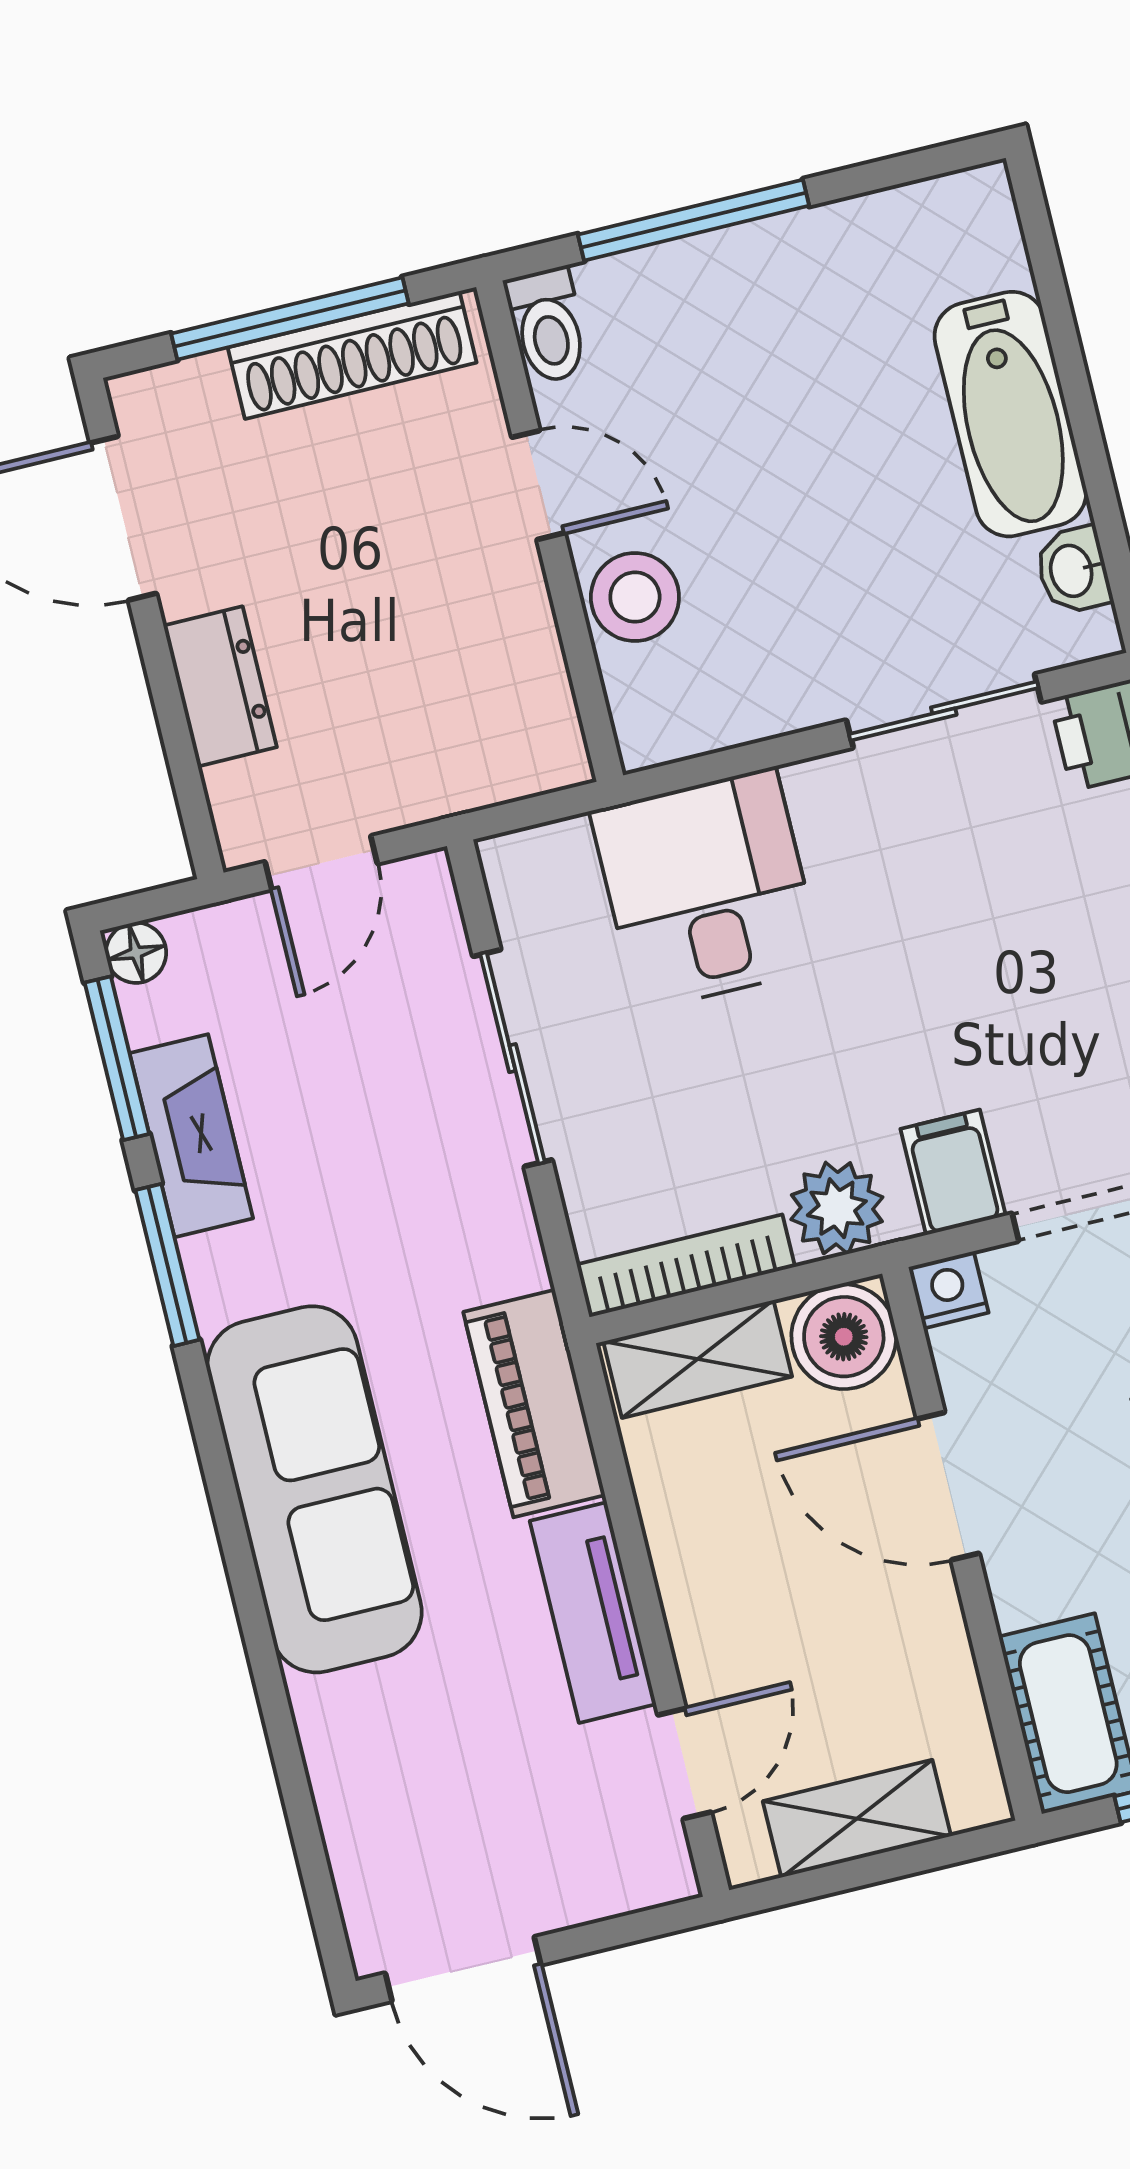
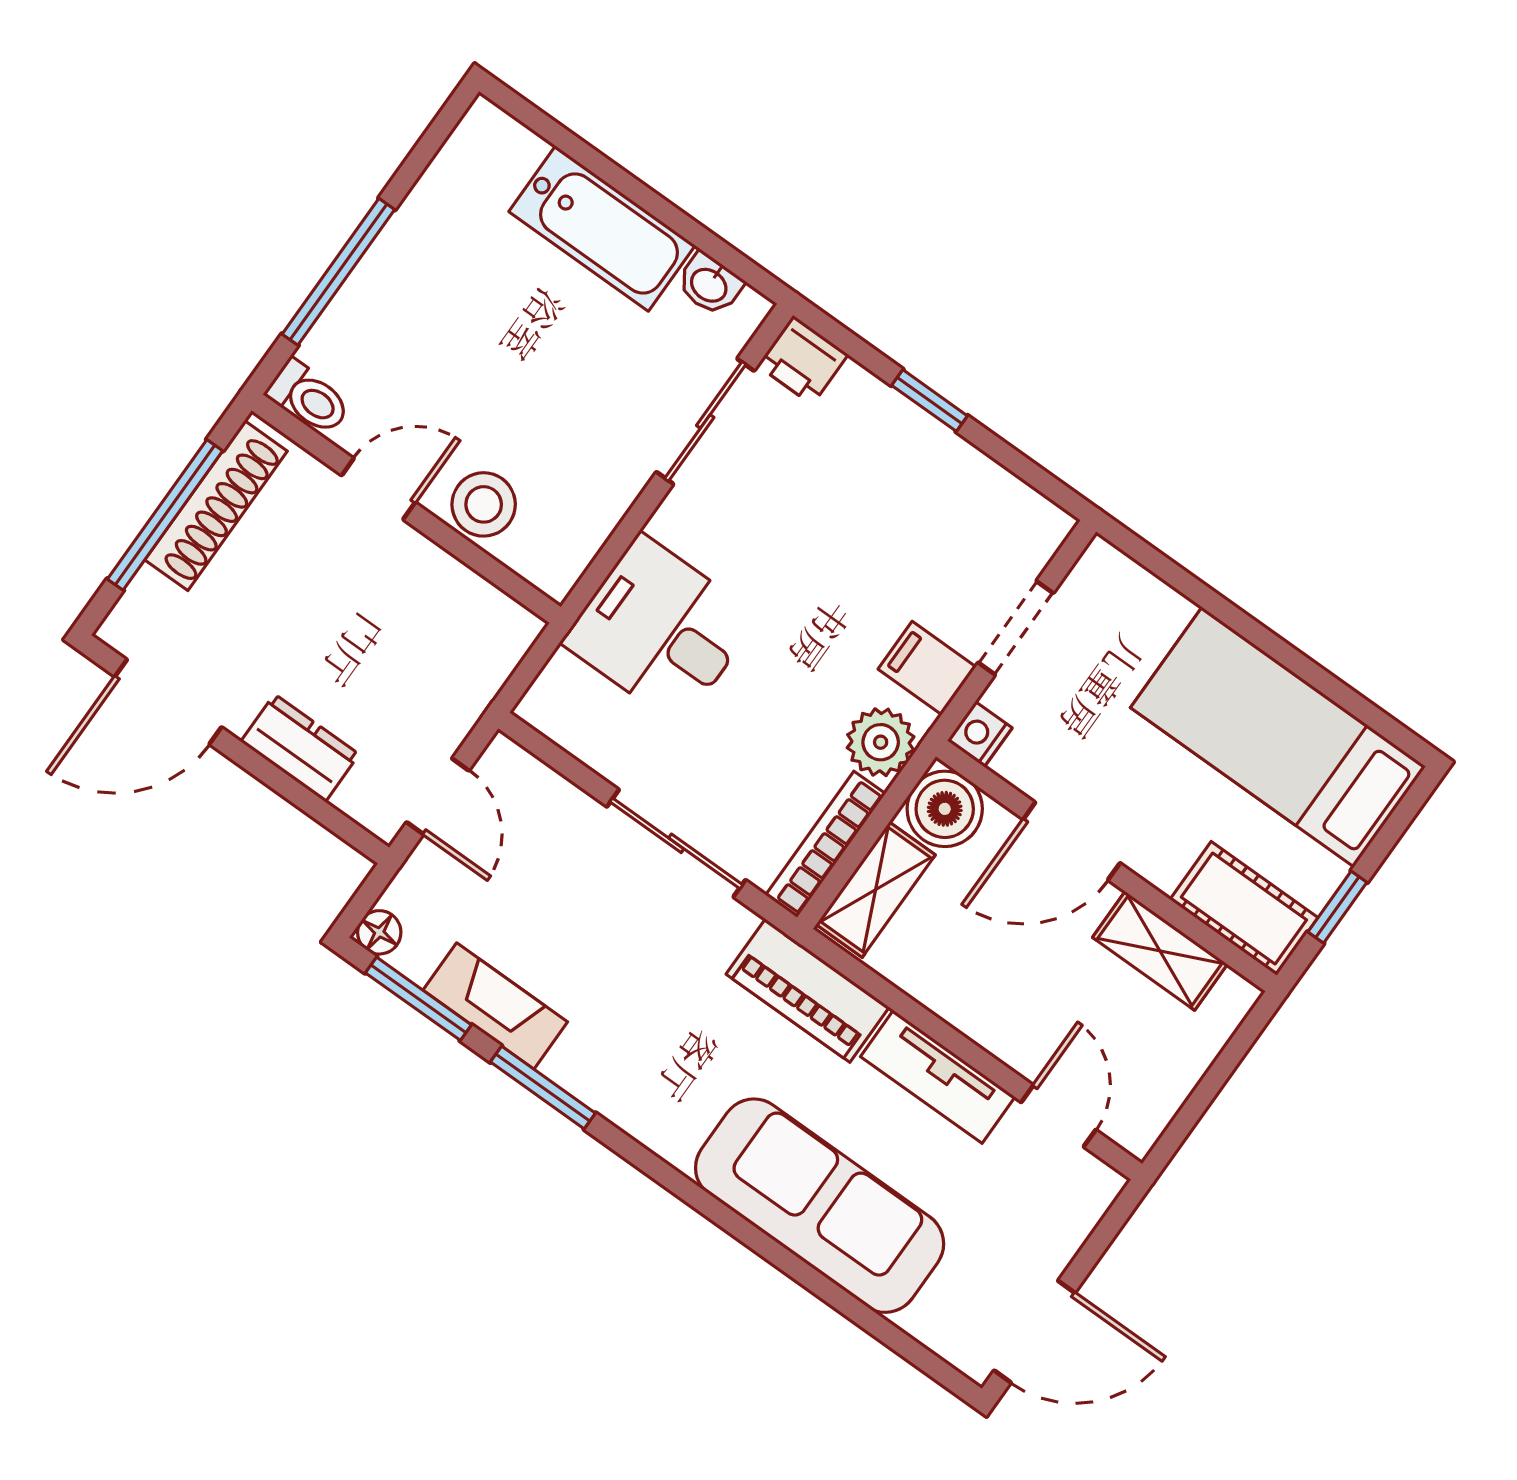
sliding door: (512, 1058) -> (676, 843), moved
sofa: (314, 1489) -> (820, 1206), moved
shelving: (857, 1819) -> (1160, 951), moved, turned 90

